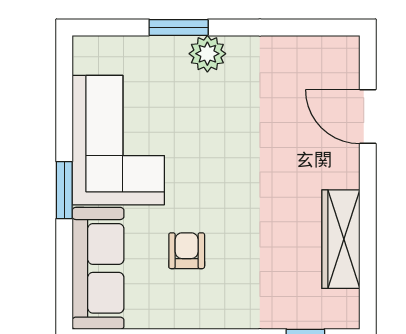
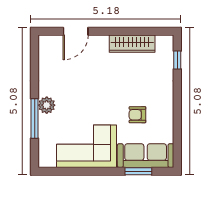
window: (179, 27) -> (35, 118), width x1.44
window: (64, 190) -> (138, 171), moved

